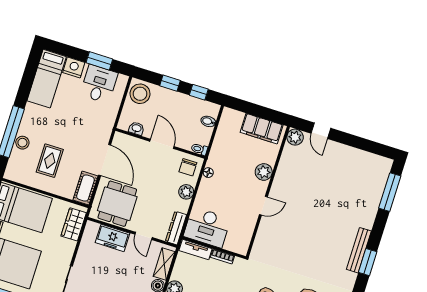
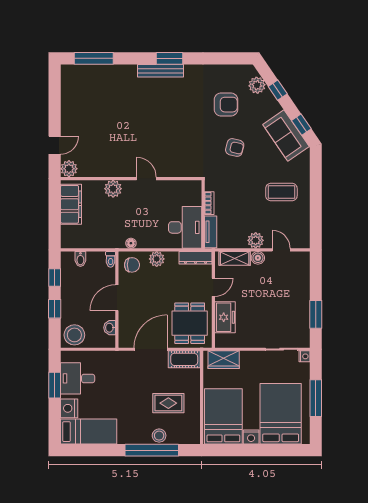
dining table: (117, 204) -> (190, 323), turned 90

